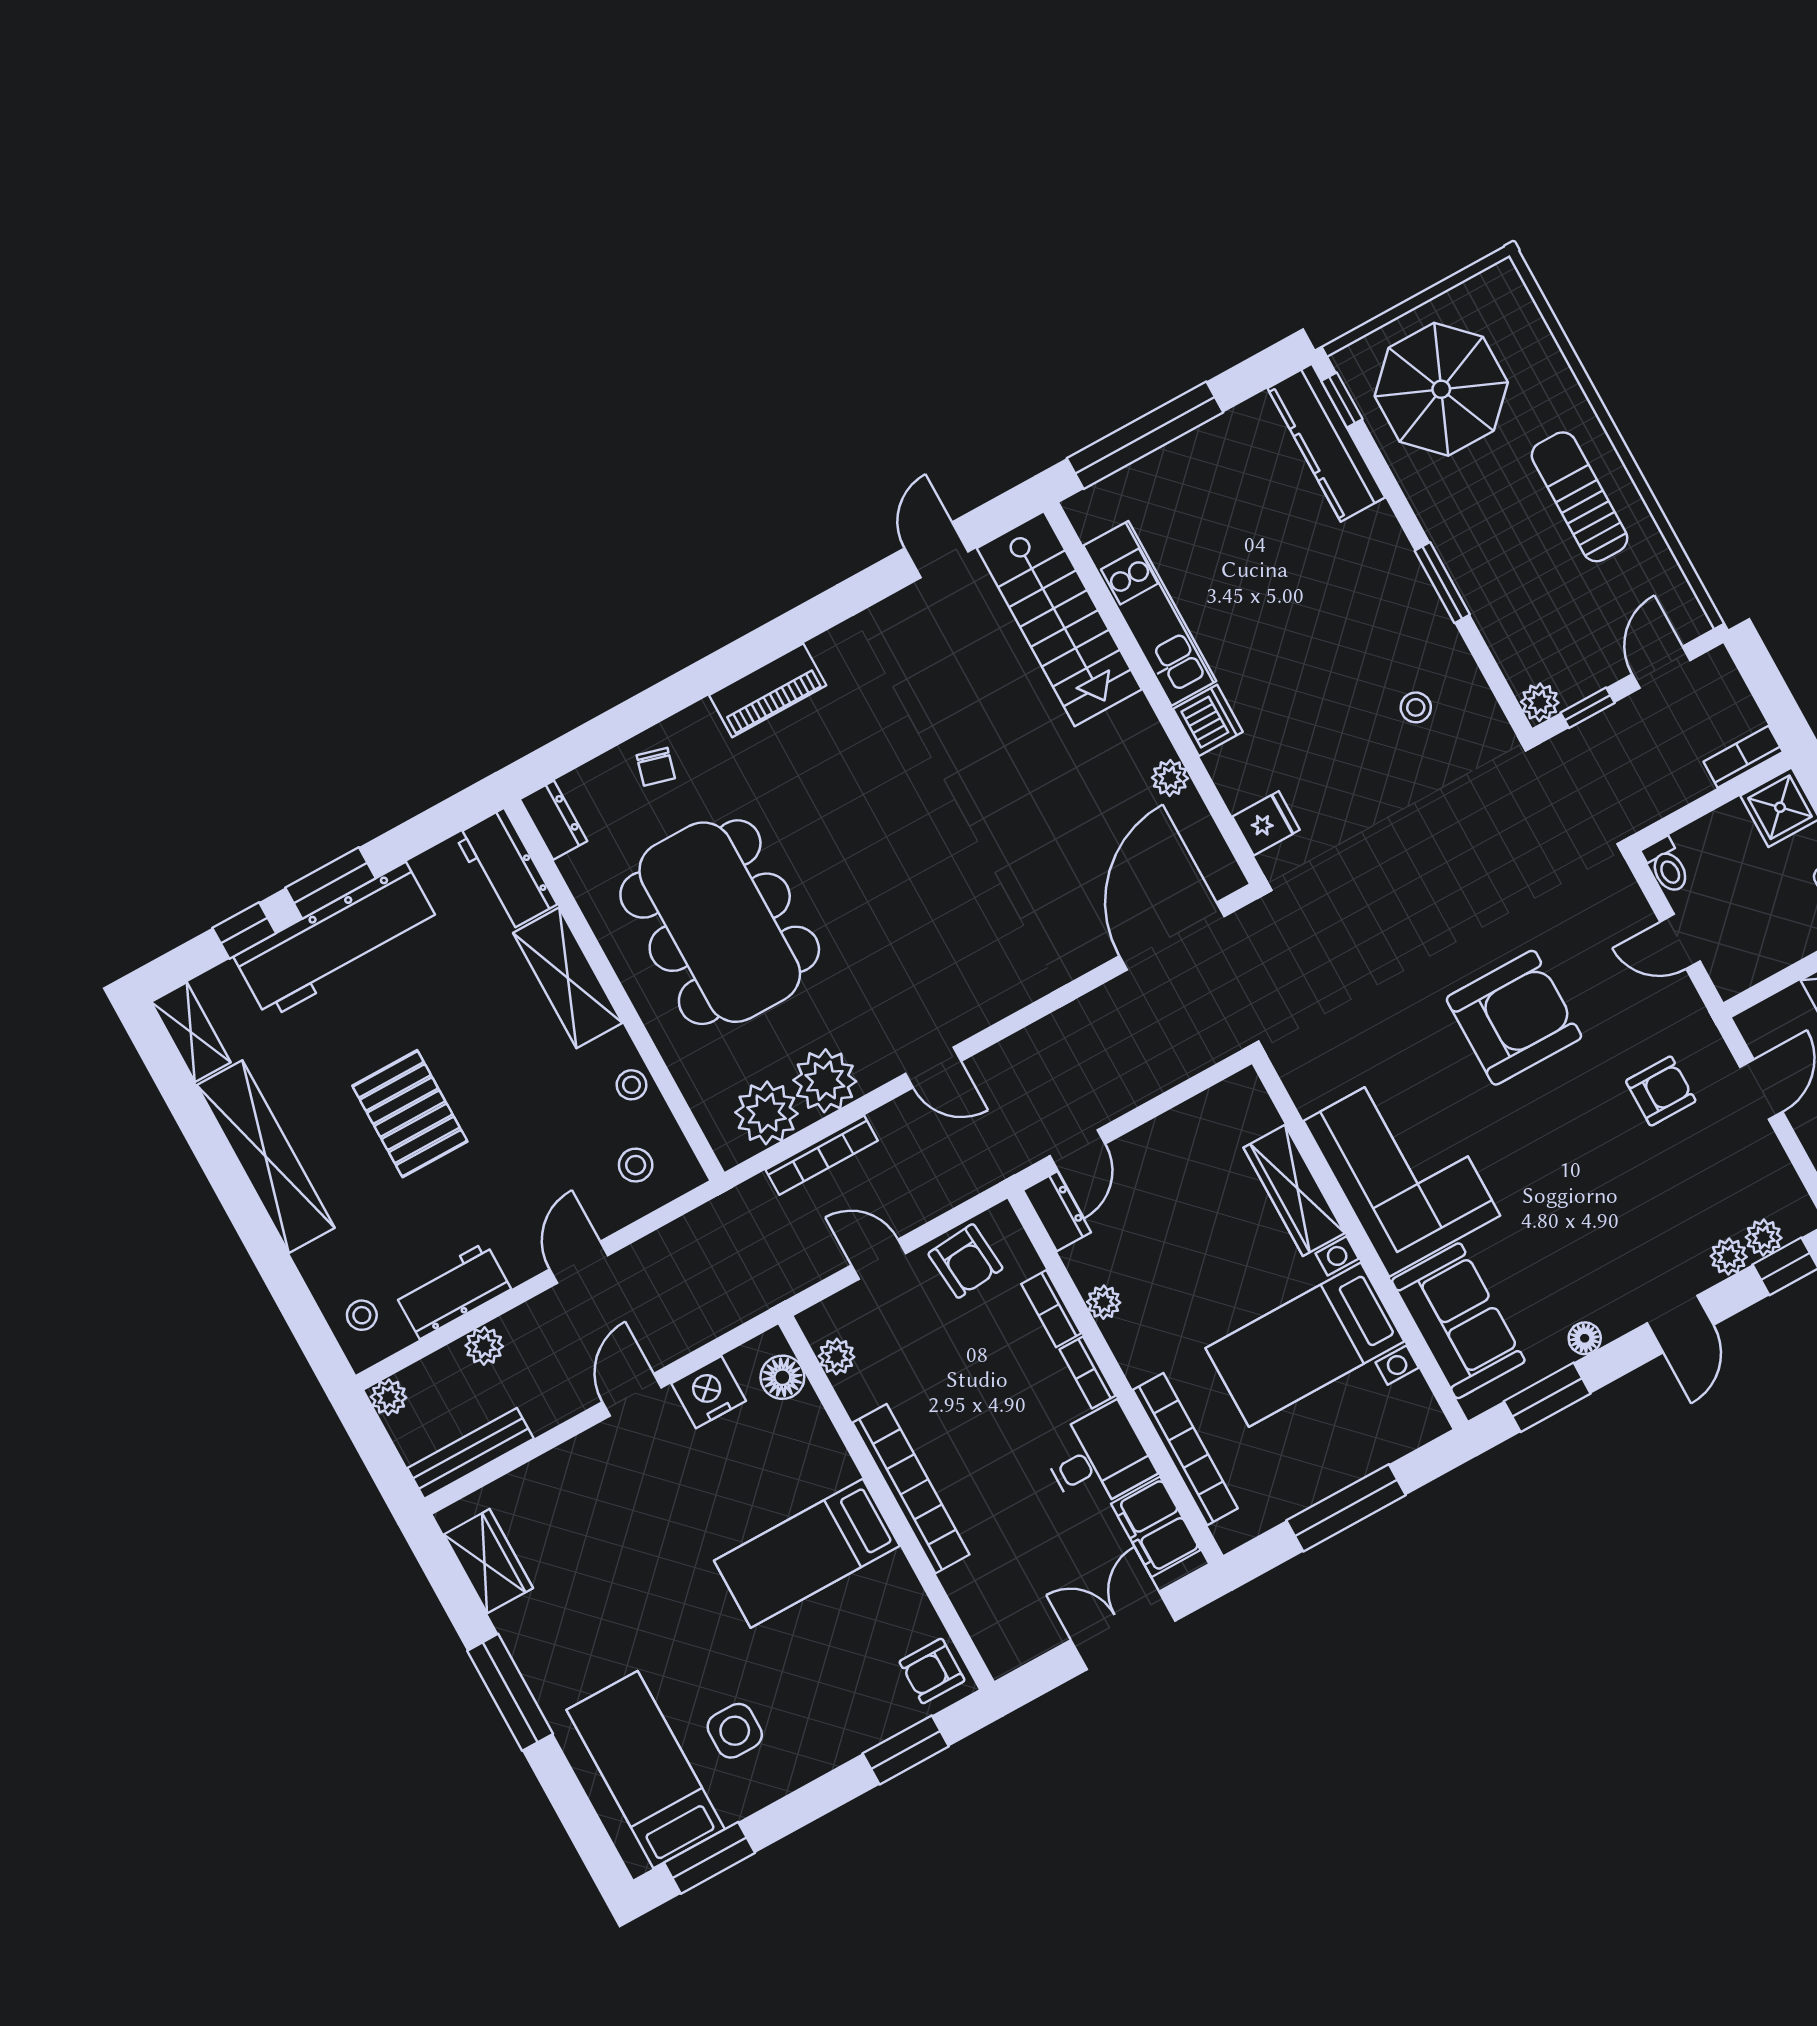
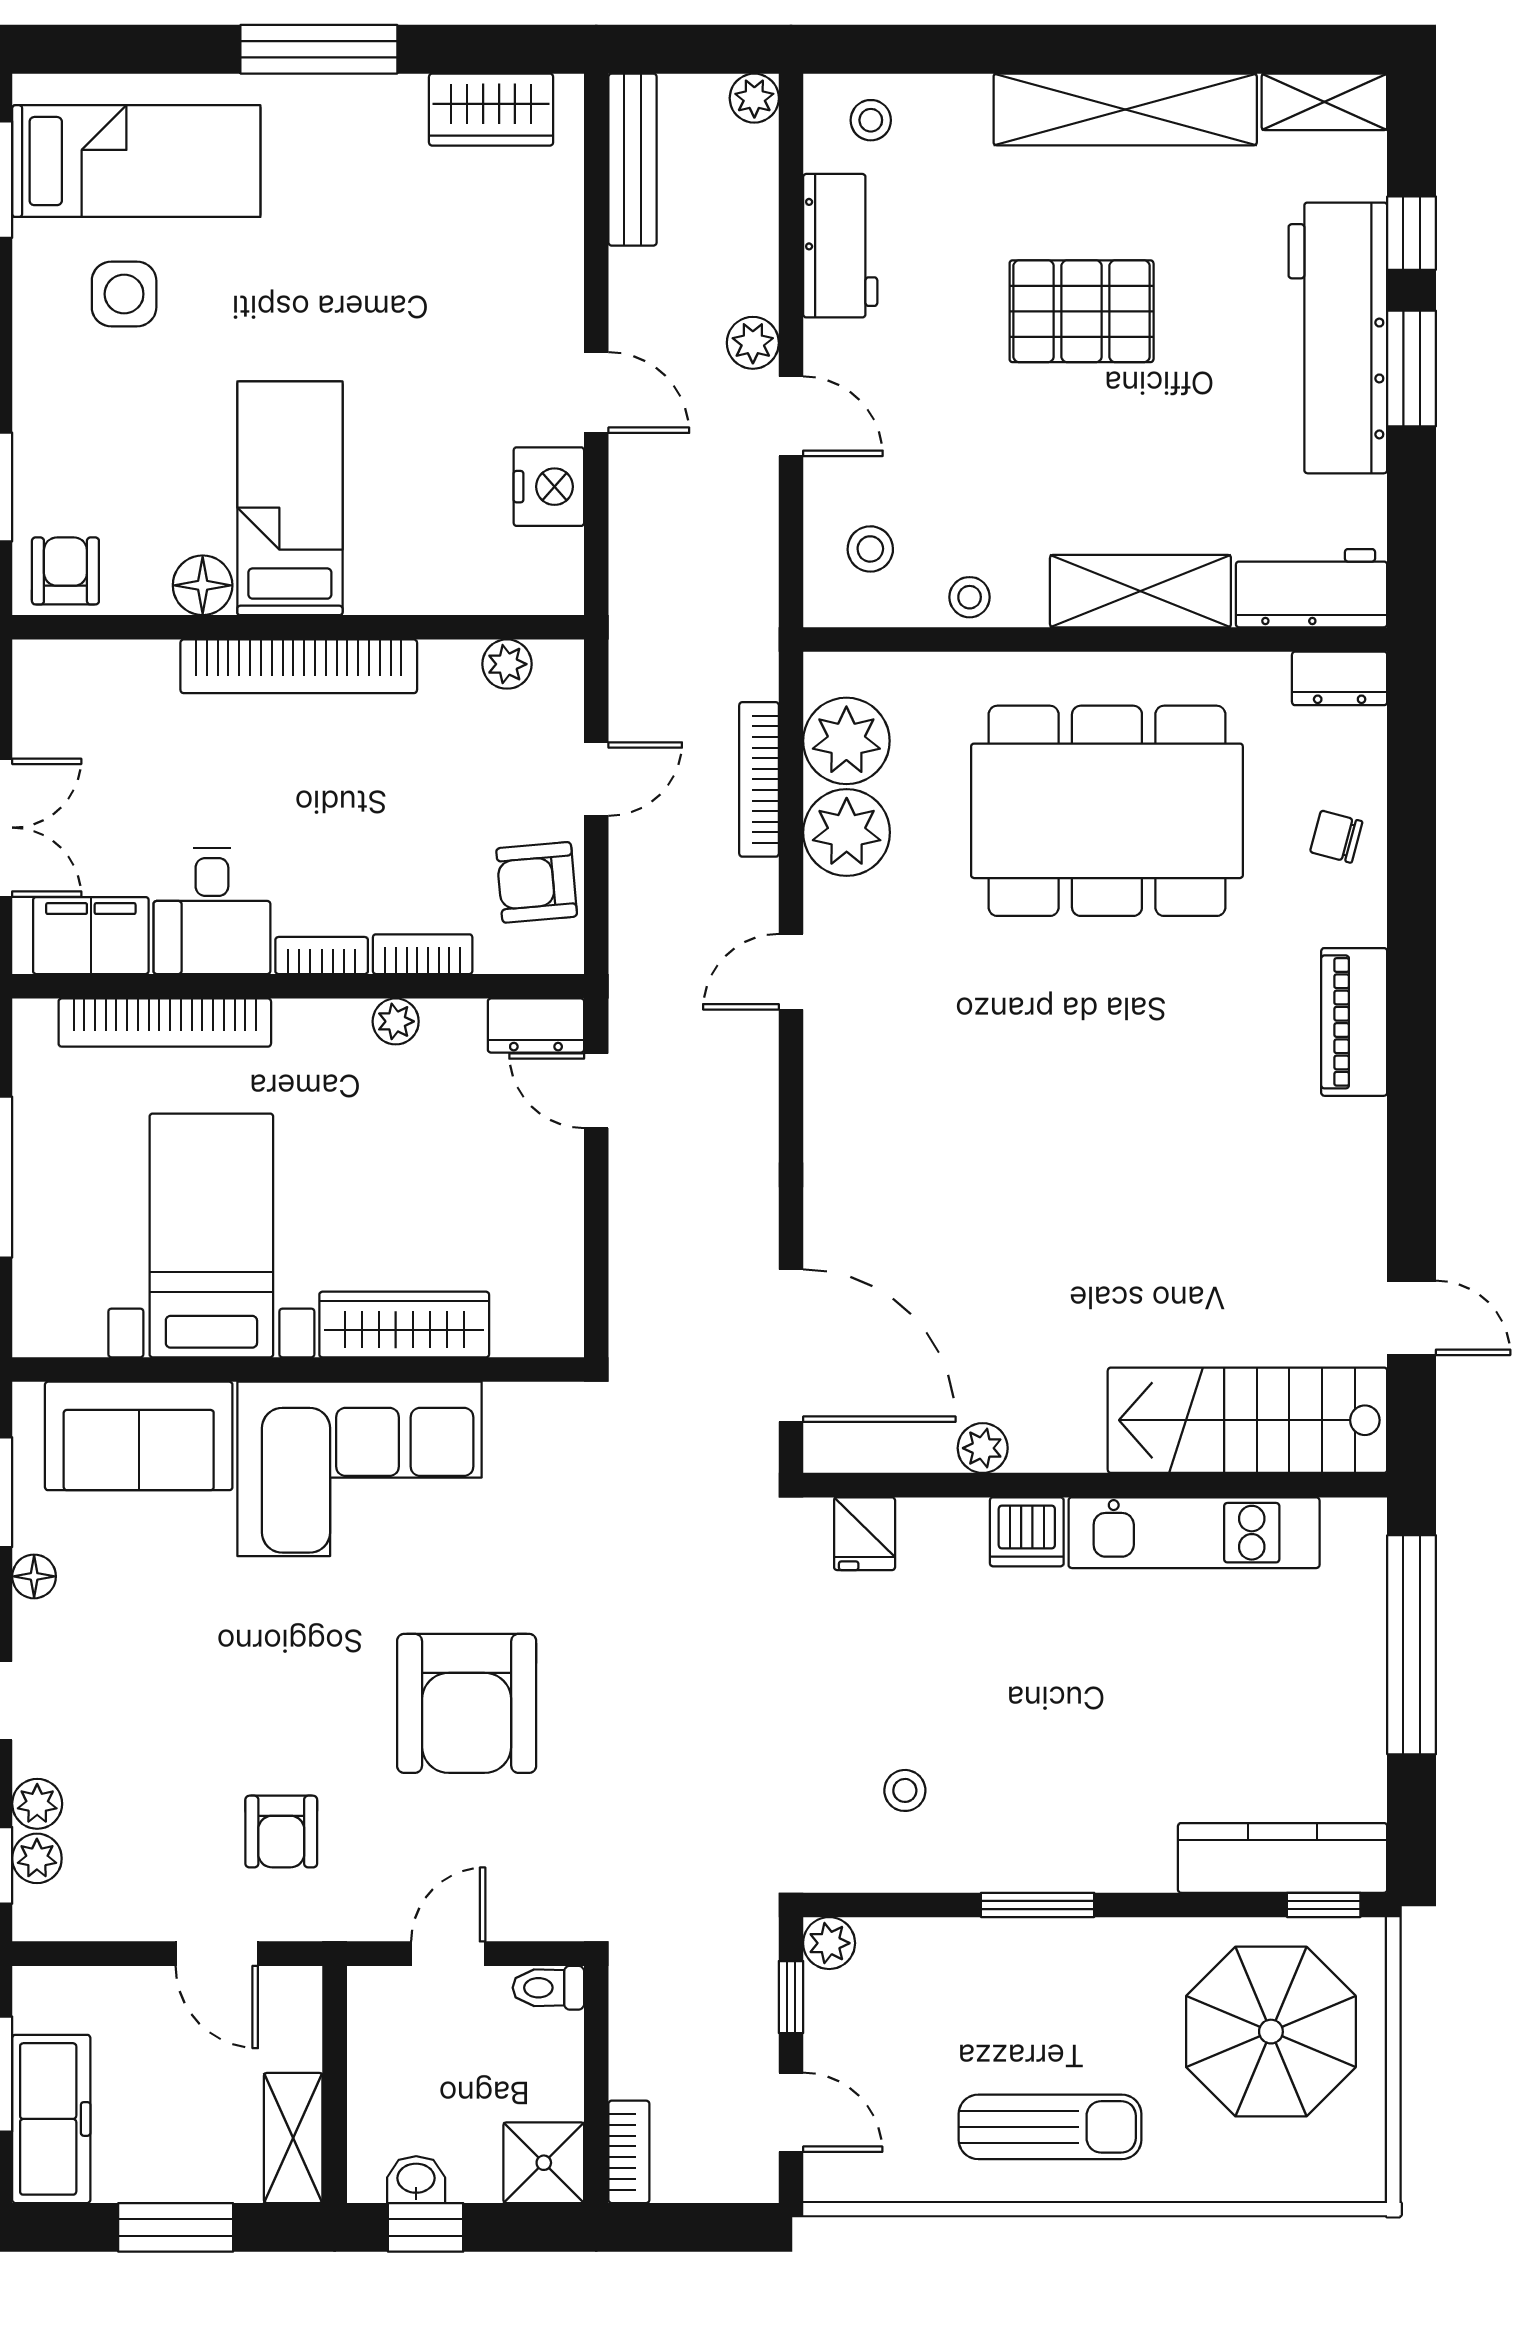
plant: (484, 1346) -> (753, 343), moved
floor lamp: (782, 1377) -> (203, 585), moved

